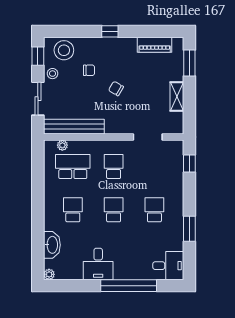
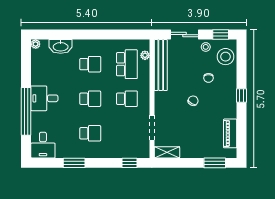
shelving: (177, 96) -> (167, 152), moved
desk: (98, 264) -> (44, 98), moved

